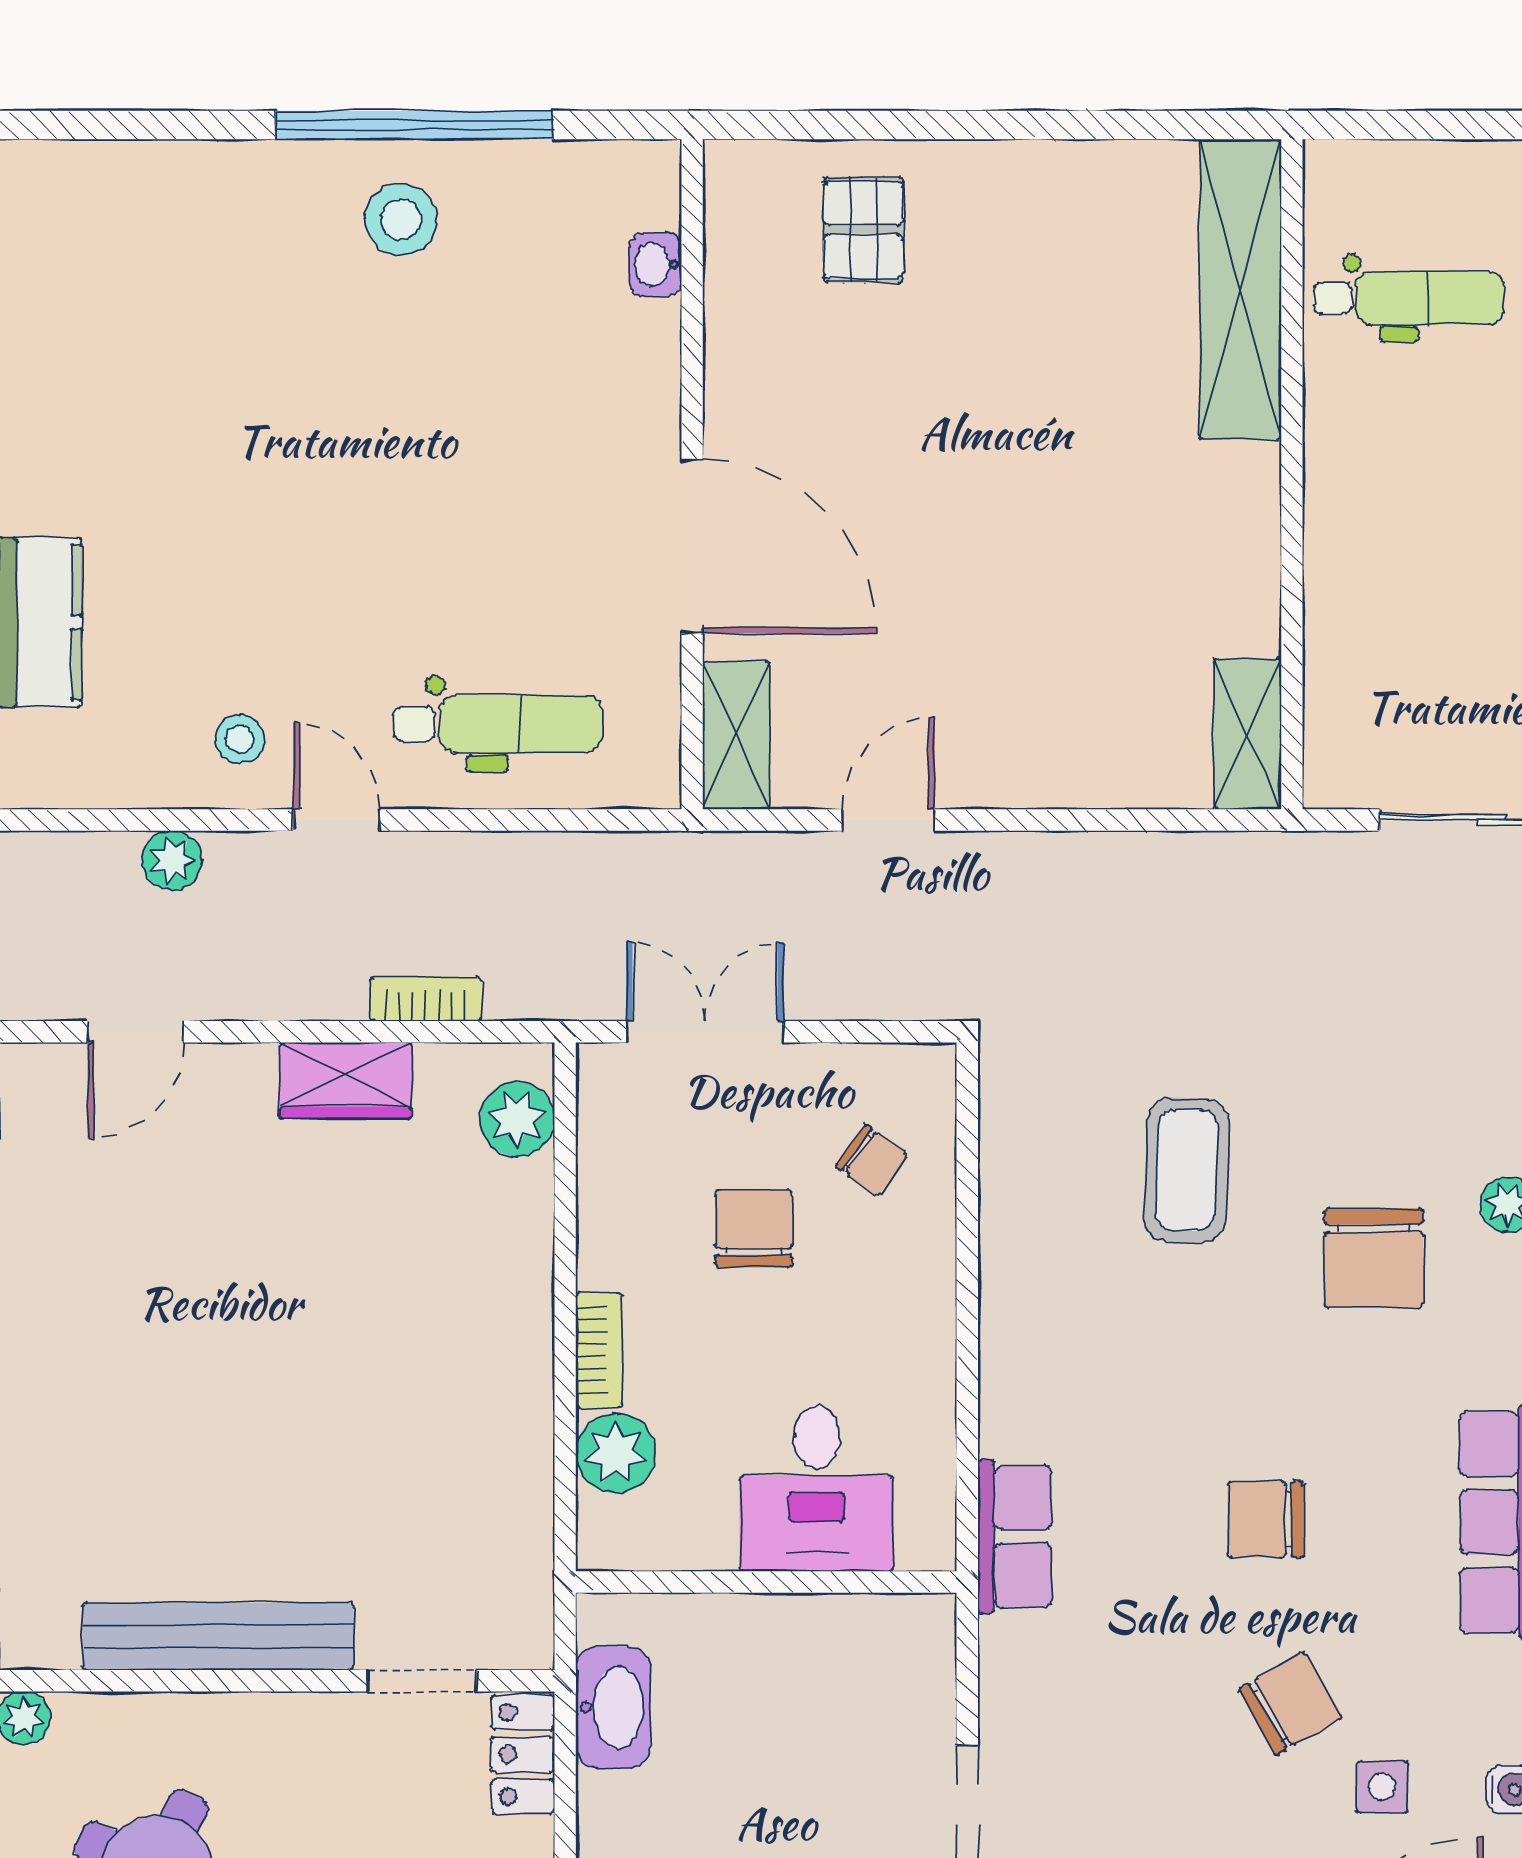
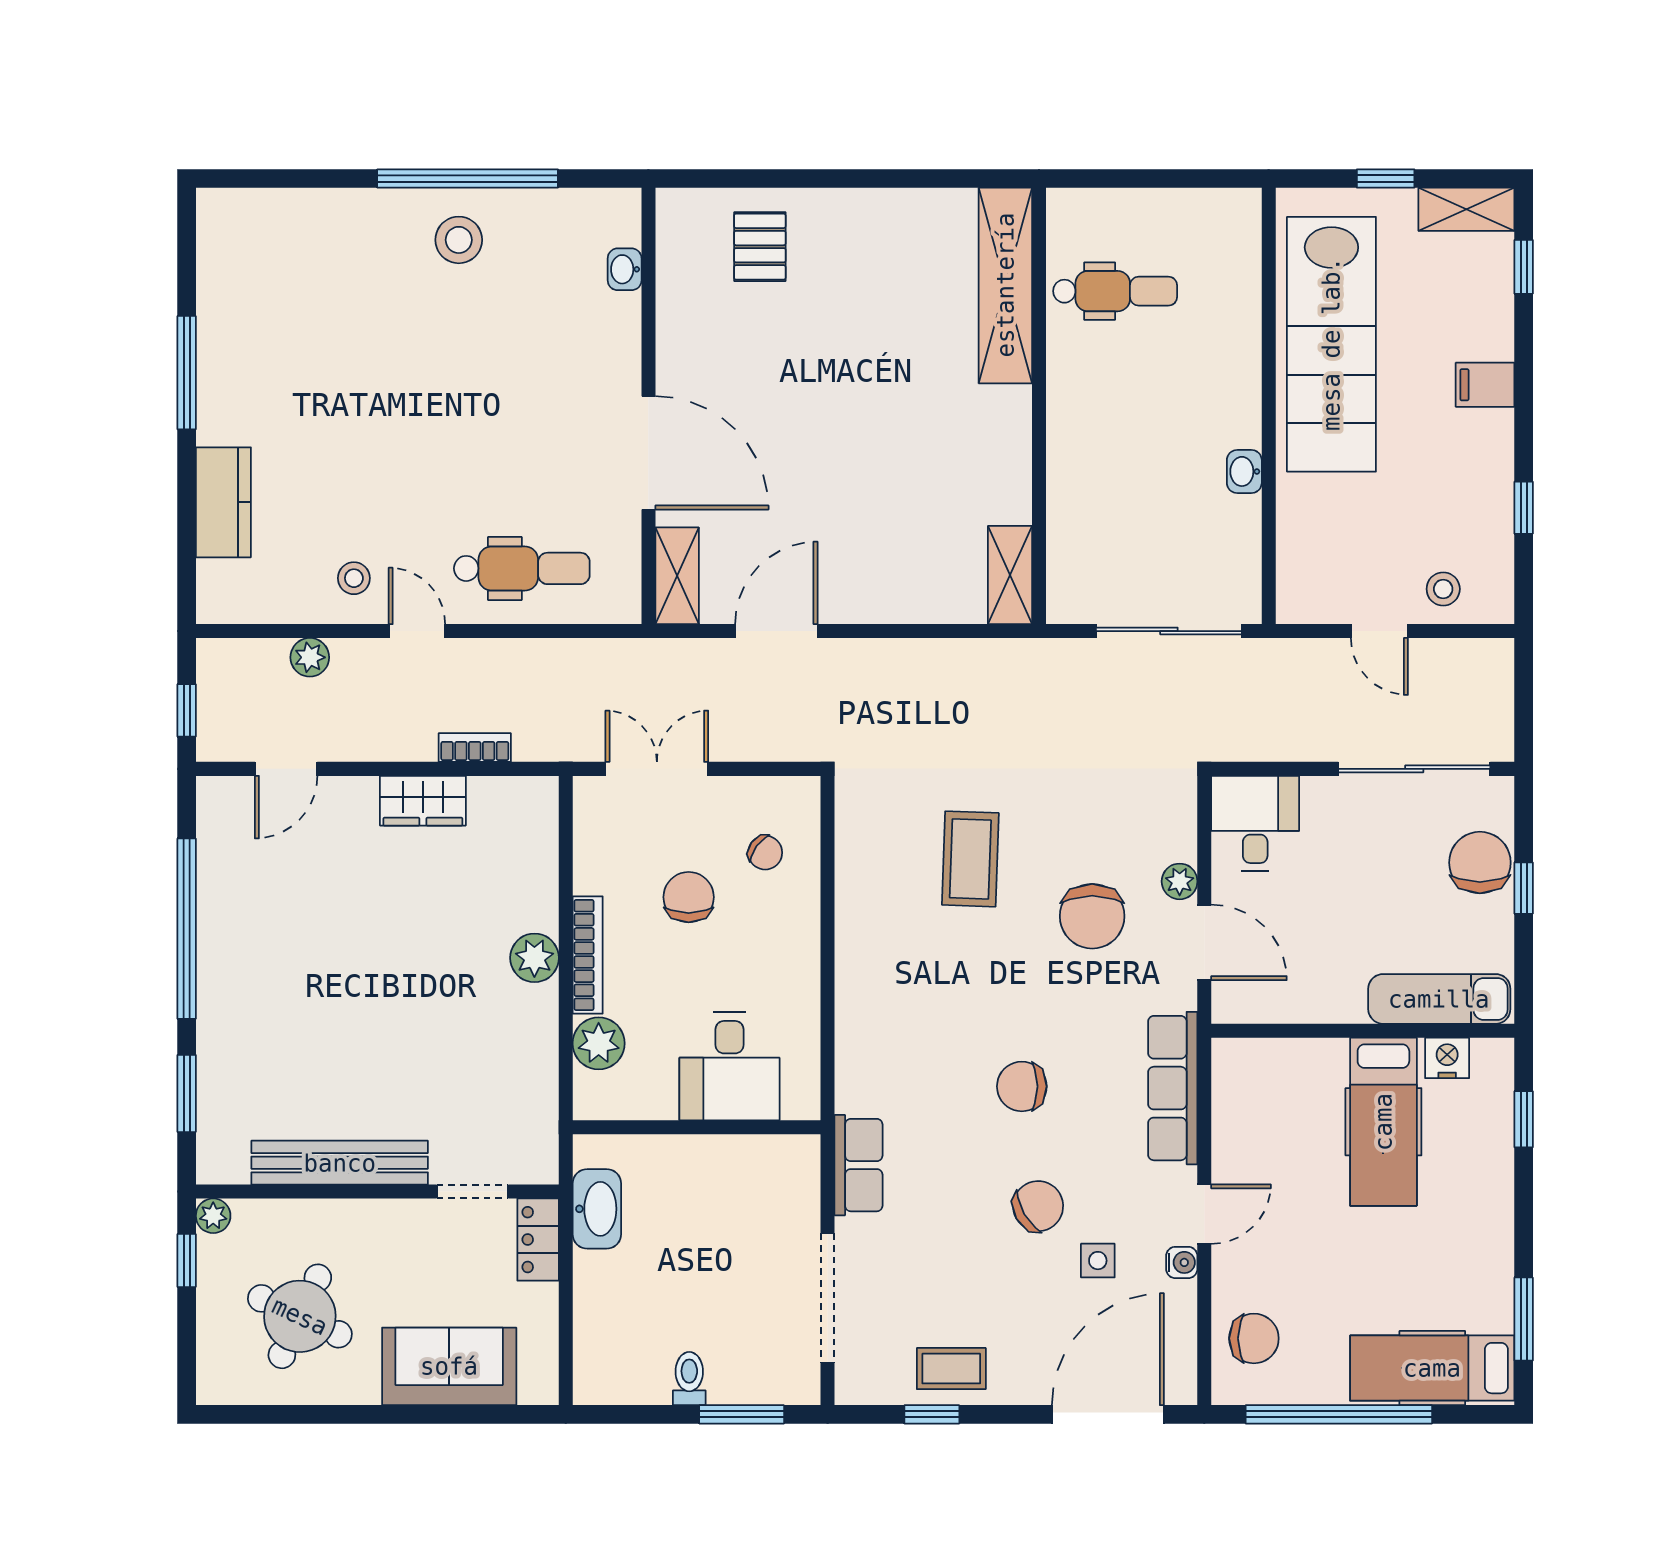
door: (889, 820) -> (776, 631), width x1.38
plant: (517, 1119) -> (534, 958), moved
bookcase: (599, 1350) -> (588, 955), width x1.56
row of seats: (1015, 1537) -> (858, 1165), moved

